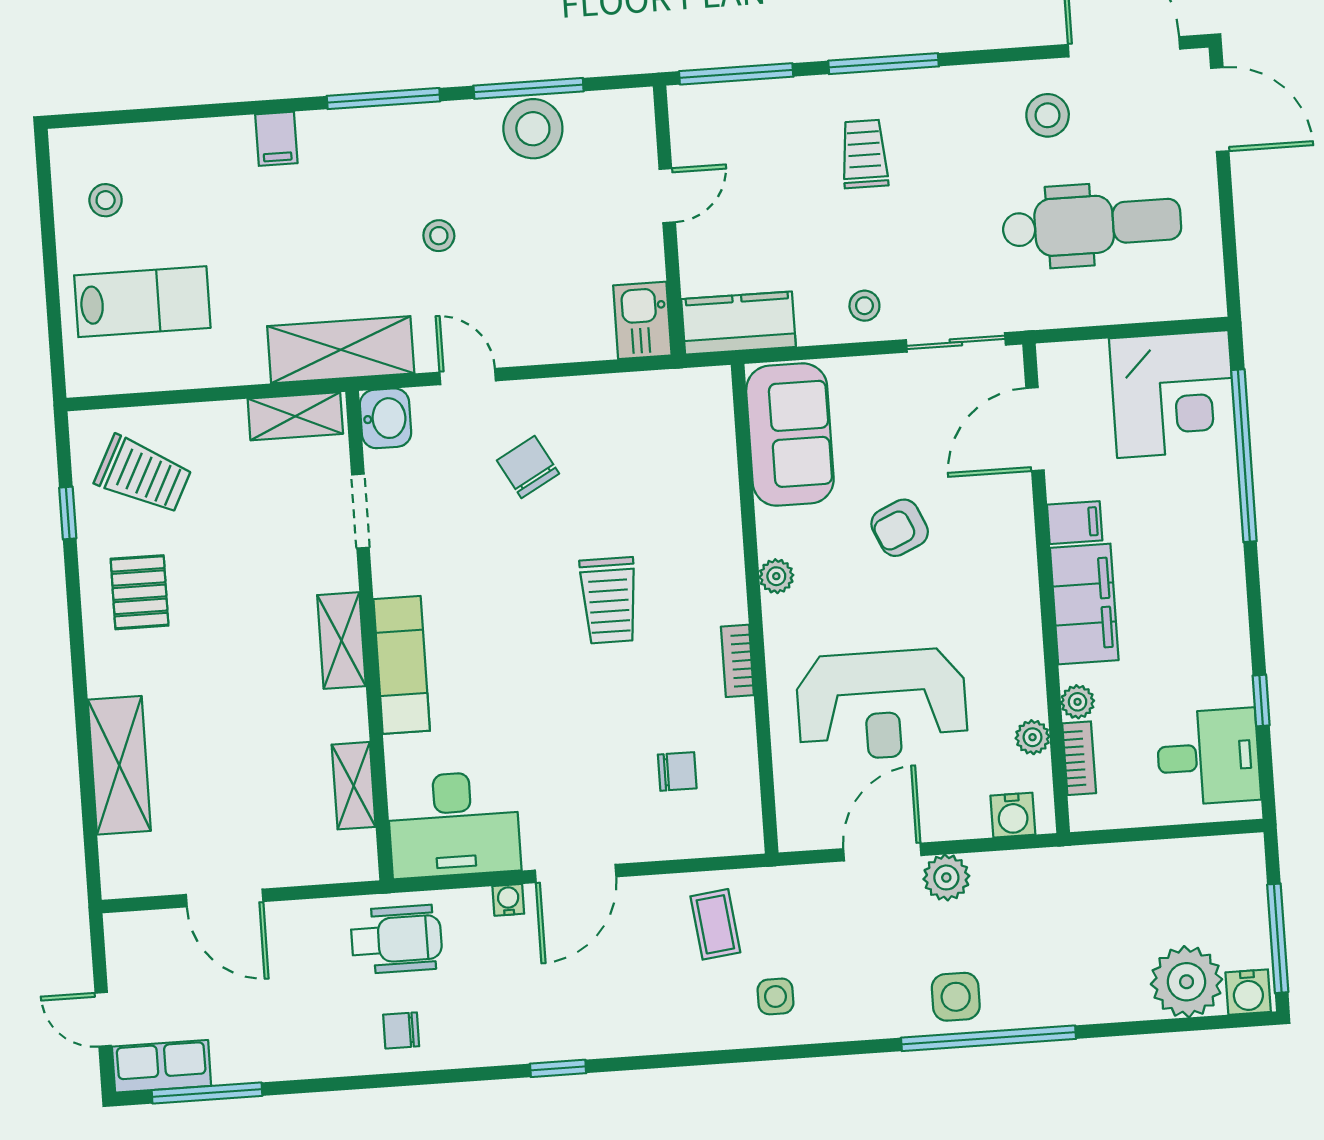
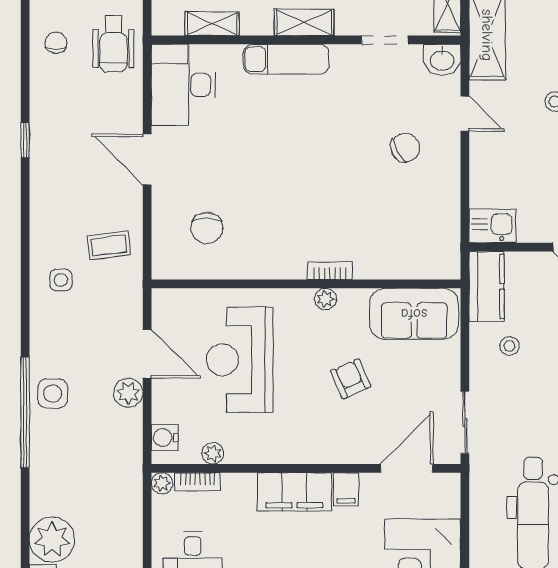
stool: (864, 306) -> (509, 346), moved
door: (468, 376) -> (465, 113), hinge flipped
door: (1035, 429) -> (407, 468), hinge flipped
trolley: (609, 600) -> (318, 193), removed
bookcase: (737, 661) -> (330, 271), moved
plant: (1078, 702) -> (162, 483), moved
chair: (677, 771) -> (207, 228), width x1.37, depth x1.37
water cooler: (508, 900) -> (133, 116), removed

